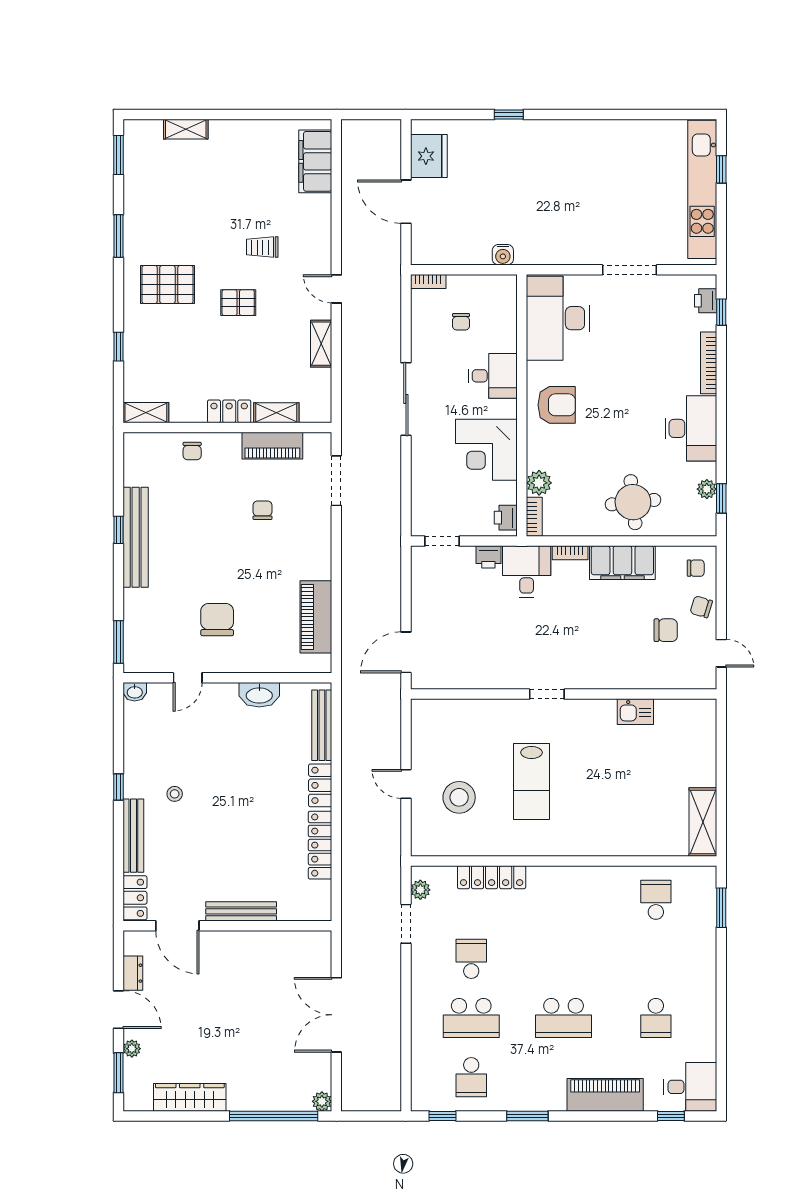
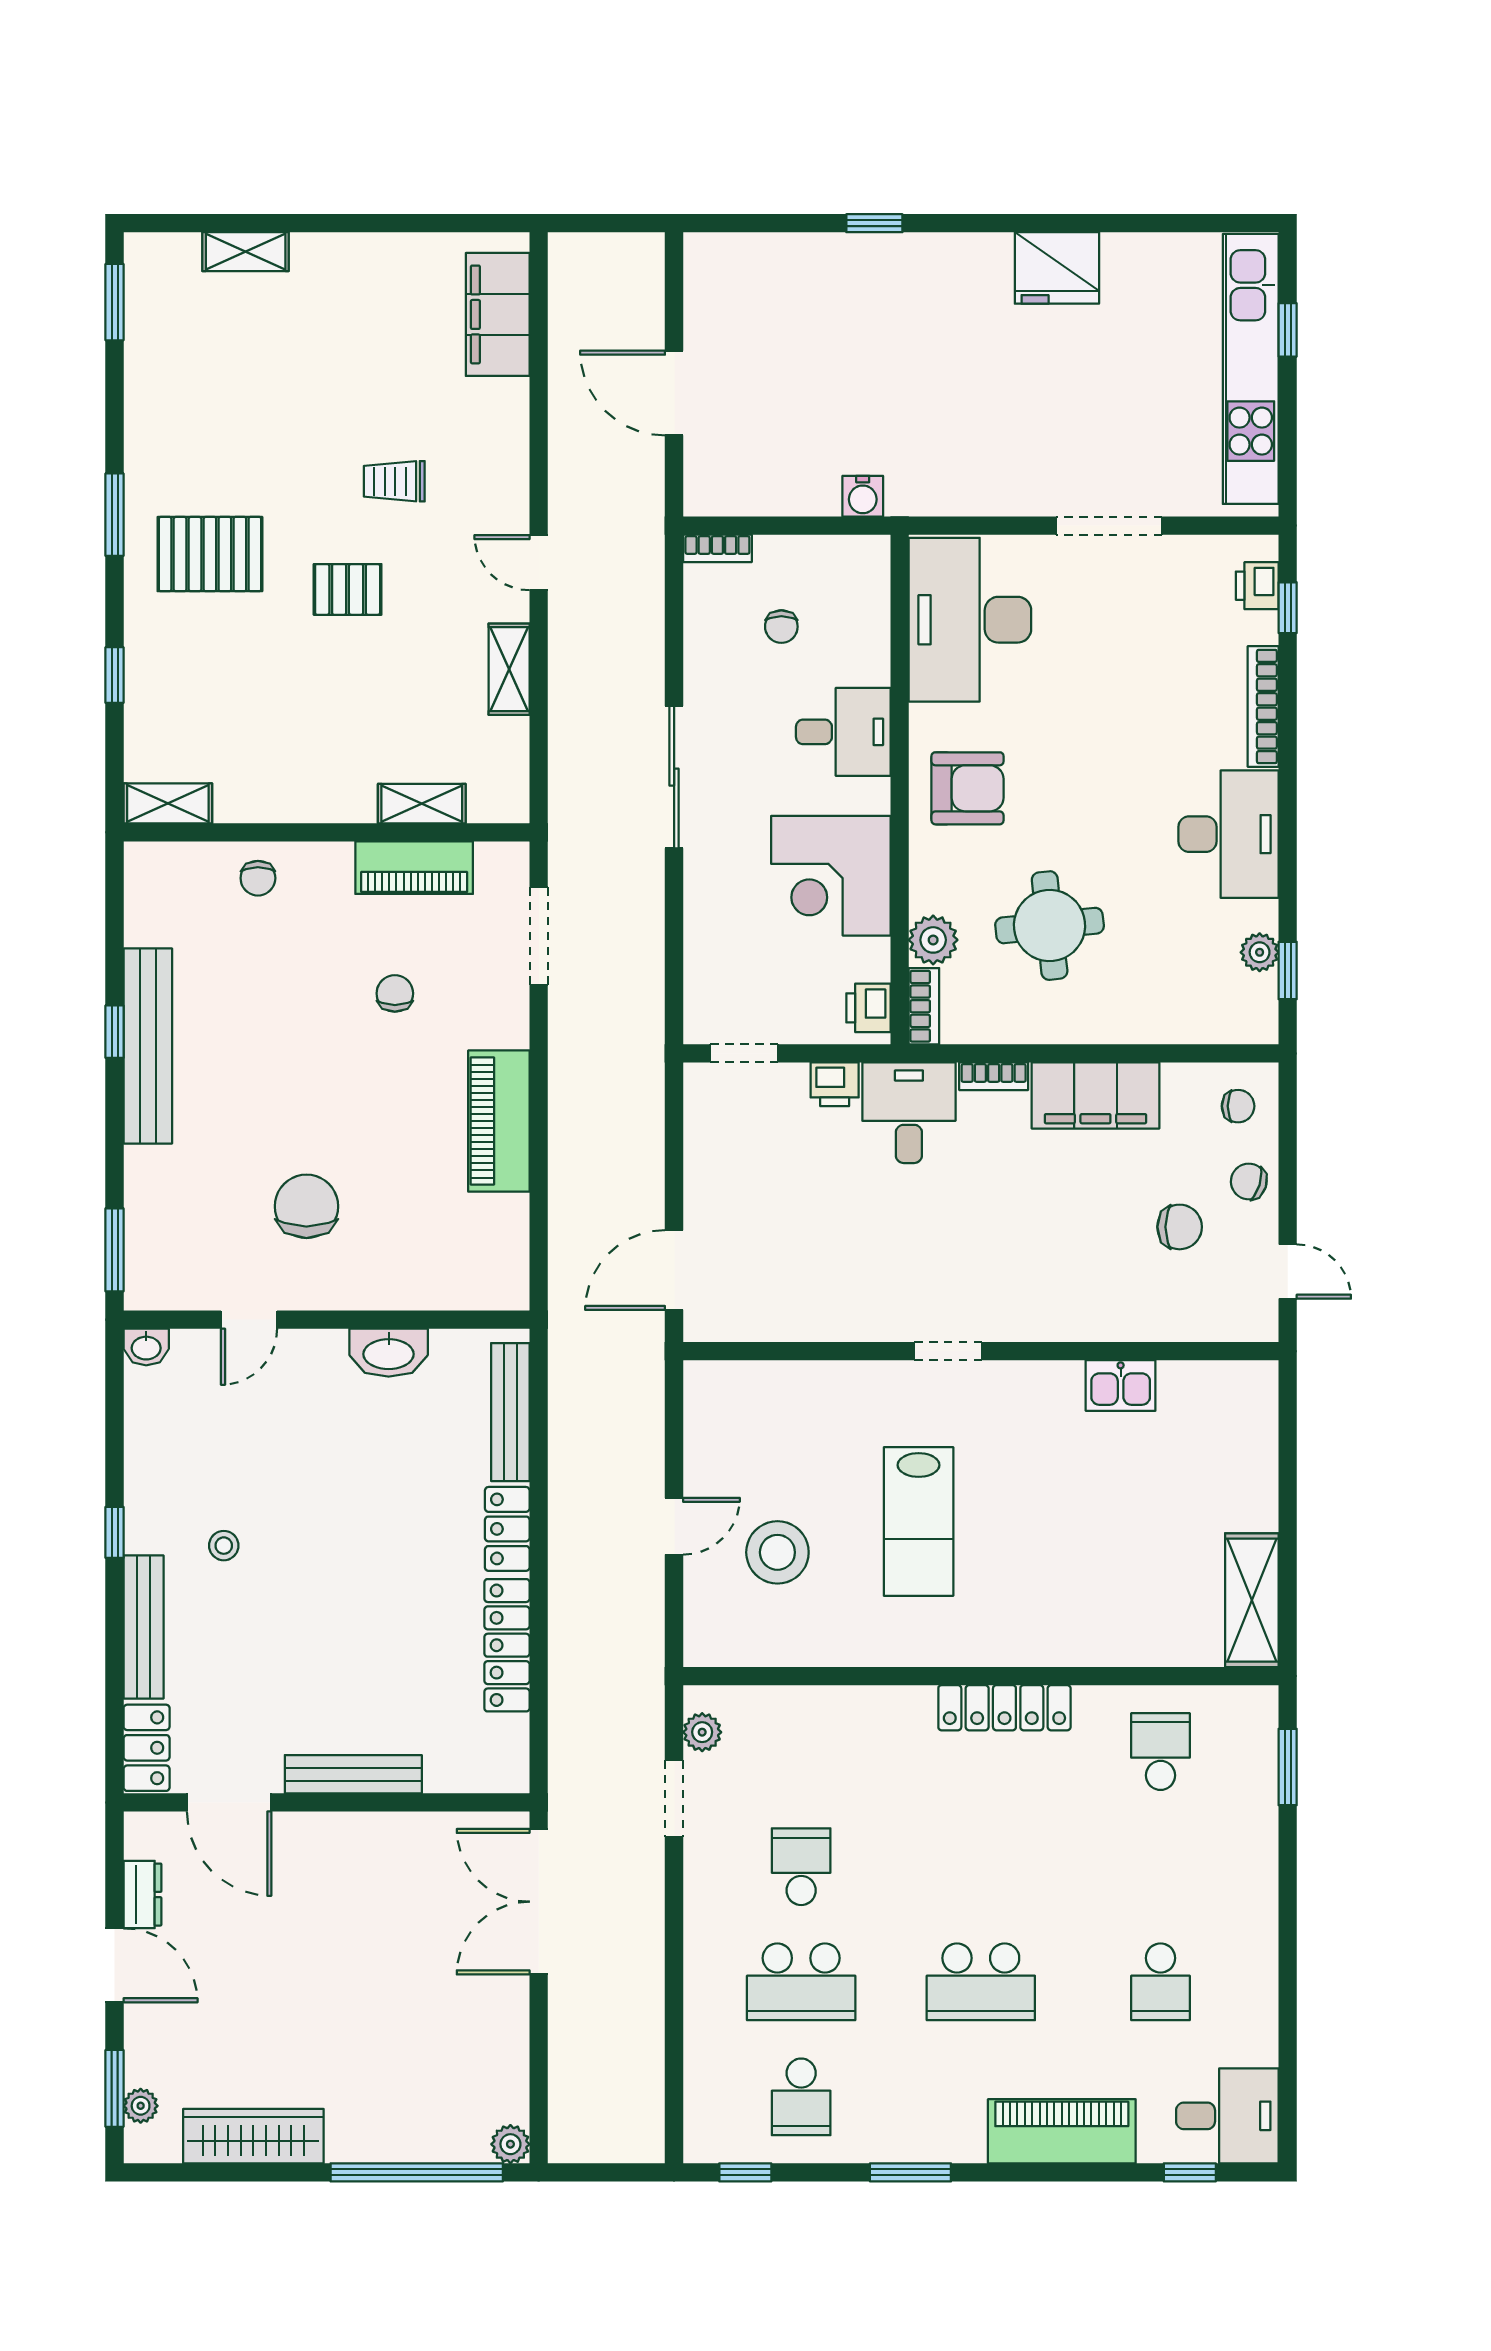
fridge: (429, 156) -> (1057, 268), moved, turned 90
window: (118, 236) -> (115, 515), moved
locker: (229, 411) -> (330, 801), removed
round table: (633, 502) -> (1050, 926), moved
piano: (316, 617) -> (499, 1121), moved
door: (406, 784) -> (674, 1526), swing flipped
locker: (492, 877) -> (1004, 1708), moved
double door: (336, 1015) -> (539, 1902), moved
plant: (132, 1049) -> (141, 2106), moved

